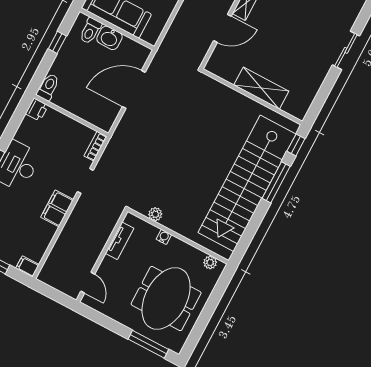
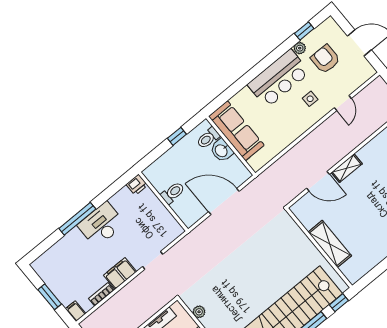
toilet: (48, 87) -> (173, 193), moved
bookcase: (95, 146) -> (101, 294), moved

